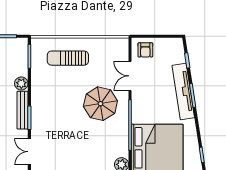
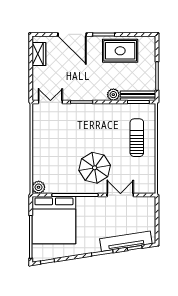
armchair: (145, 50) -> (144, 209), removed
tv unit: (183, 92) -> (126, 241), moved
bench: (23, 110) -> (138, 96), moved

